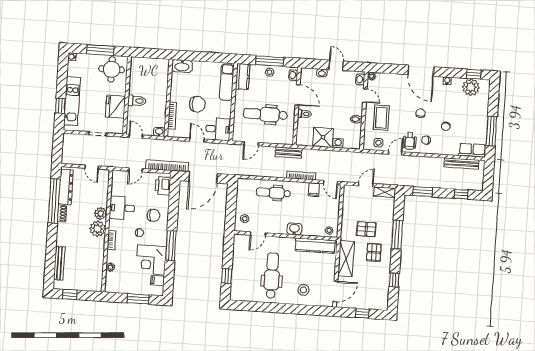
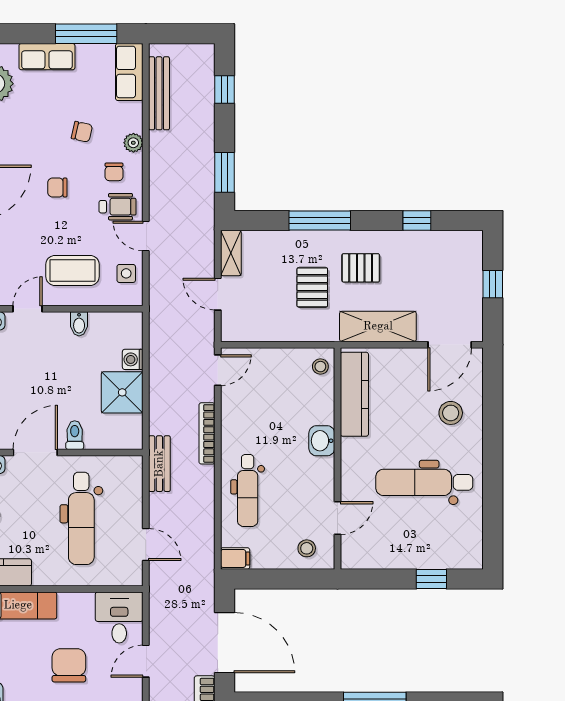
row of seats: (482, 112) -> (47, 57), added
plant: (439, 150) -> (133, 143), added
filing cabinet: (314, 190) -> (235, 558), moved
door: (258, 234) -> (337, 518), hinge flipped
door: (335, 291) -> (450, 345), swing flipped

